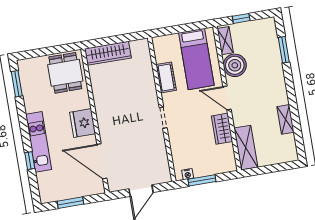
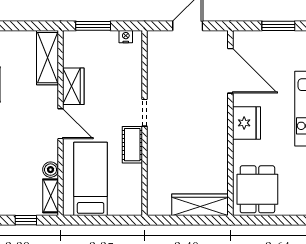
boiler: (235, 65) -> (51, 170), width x0.54, depth x0.54
cot: (166, 77) -> (132, 145), moved
window: (202, 180) -> (93, 26), moved

